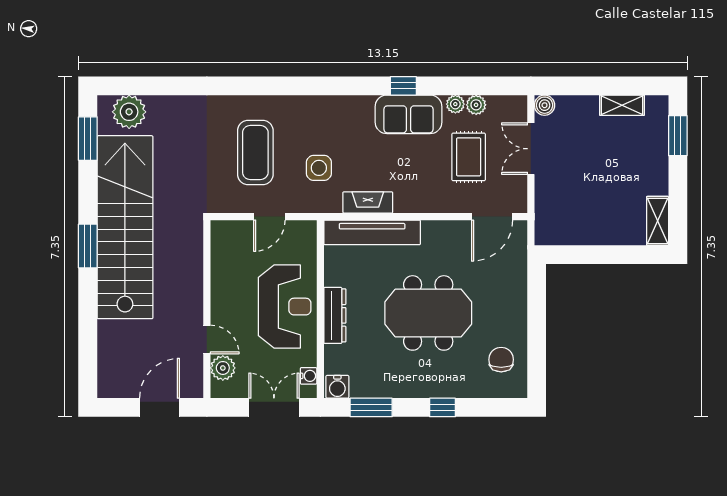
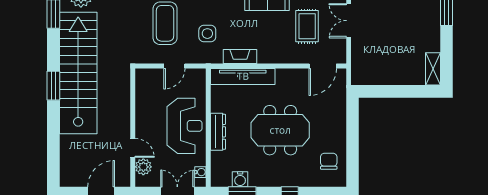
water cooler: (337, 387) -> (240, 179), moved

